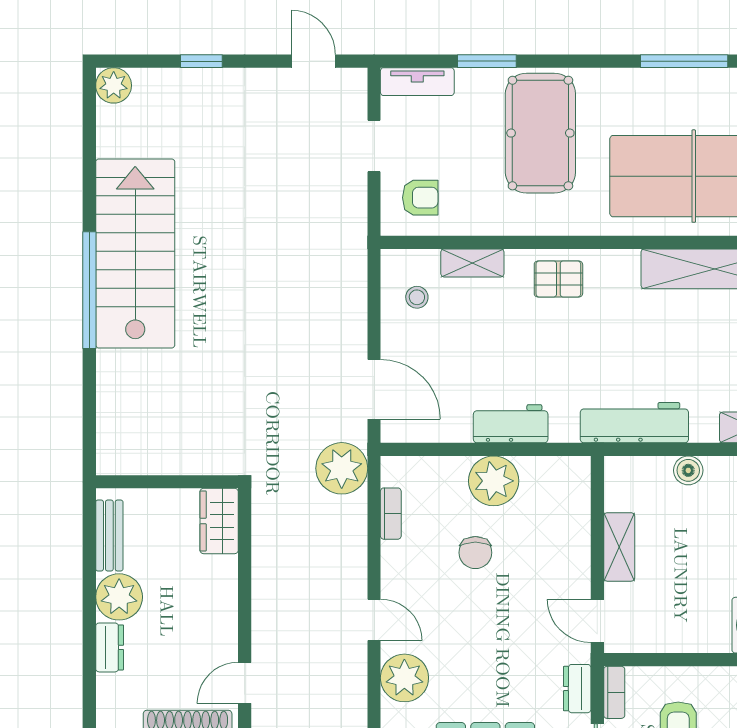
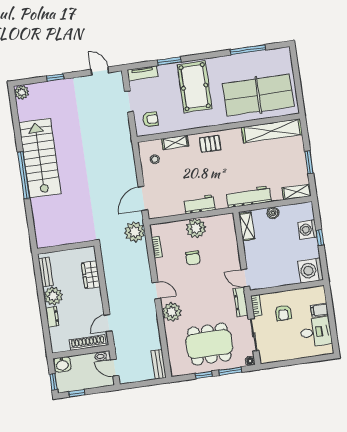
door: (374, 389) -> (143, 198), swing flipped
wardrobe: (219, 521) -> (91, 275), moved
shelving: (619, 547) -> (247, 226), moved
dresser: (577, 689) -> (241, 302), width x1.44

